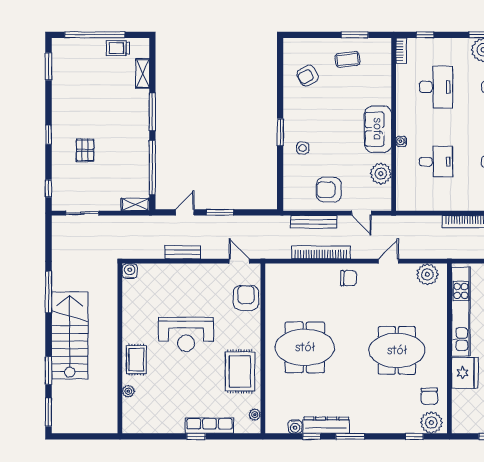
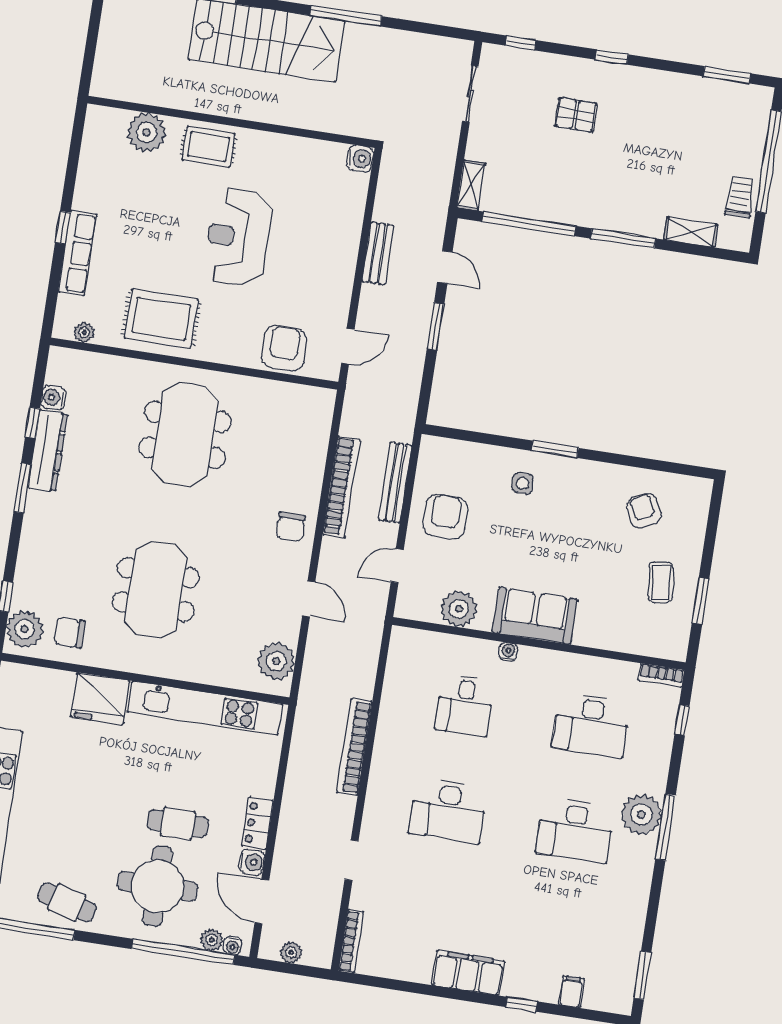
armchair: (246, 298) -> (284, 348), turned -90
plant: (128, 391) -> (147, 132), width x1.87, depth x1.87

